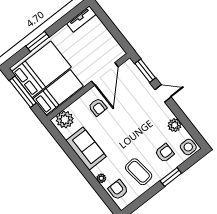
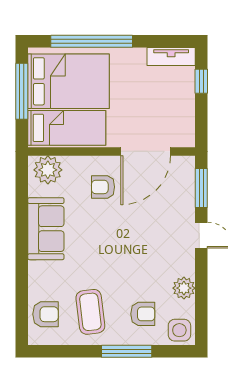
window: (105, 19) -> (201, 81), added
window: (38, 41) -> (92, 41), width x2.11
armchair: (98, 107) -> (103, 187), turned 90
window: (171, 177) -> (127, 351), width x1.44
plant: (101, 178) -> (36, 283), removed
armchair: (118, 190) -> (46, 314), turned 90

